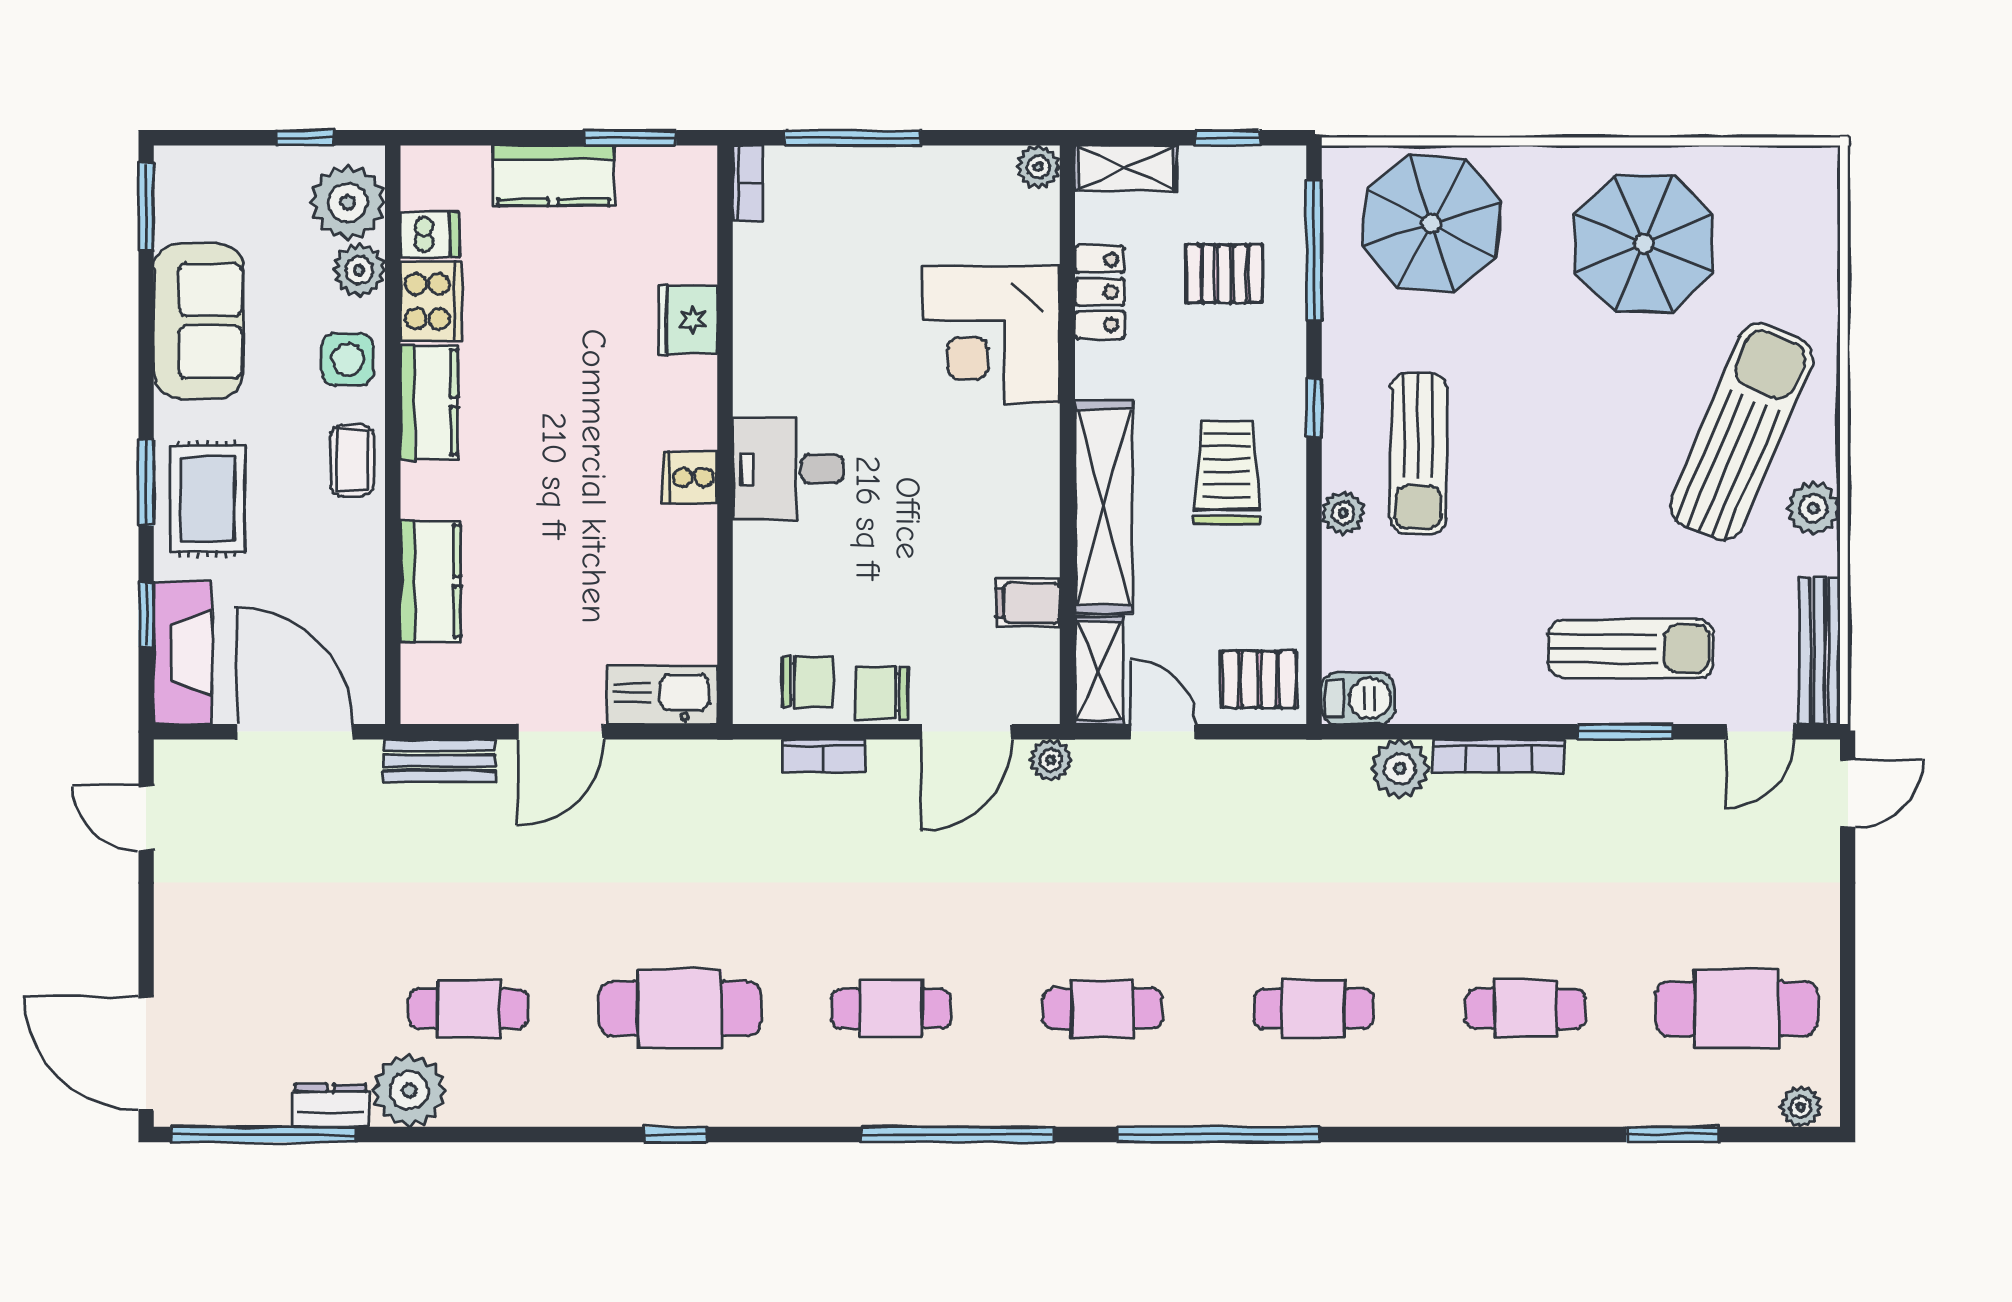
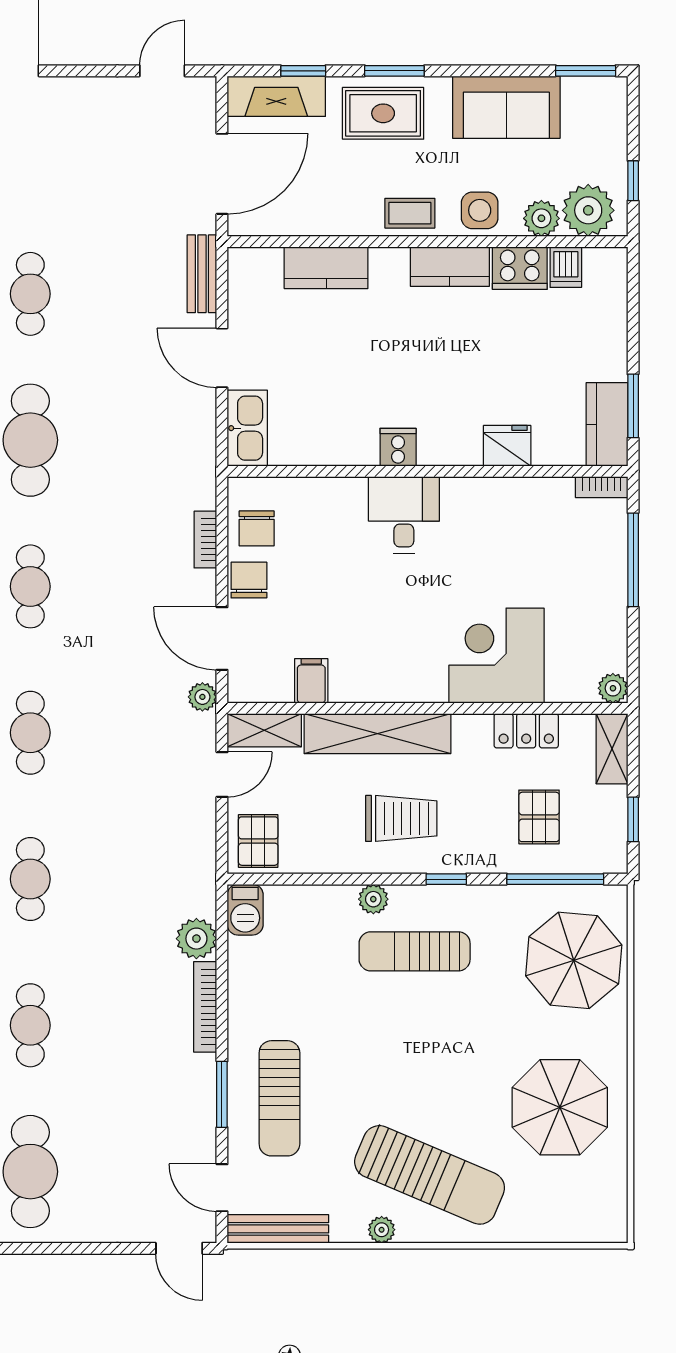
kitchen counter: (553, 175) -> (607, 424), moved
plant: (1813, 508) -> (382, 1230), width x0.73, depth x0.73

